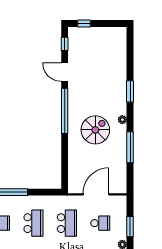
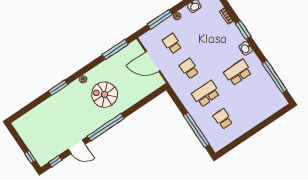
door: (65, 72) -> (77, 147), hinge flipped
window: (130, 147) -> (115, 49), moved
school desk: (67, 223) -> (189, 69), width x0.54
window: (130, 227) -> (160, 19), width x1.44

